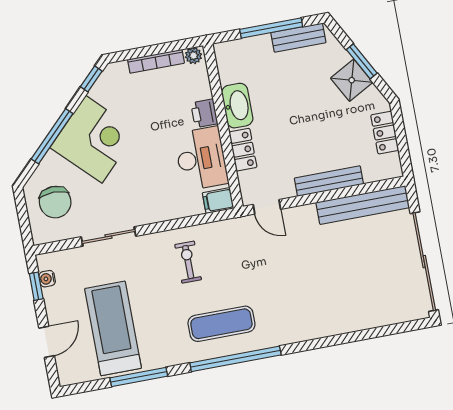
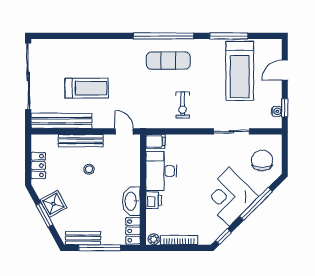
stool: (309, 141) -> (89, 169), added
locker: (243, 150) -> (133, 231), moved
treadmill: (334, 260) -> (87, 88), added

